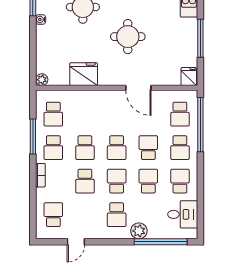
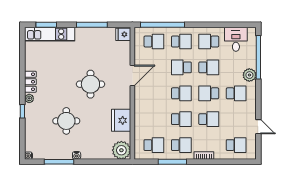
plant: (42, 80) -> (121, 150), width x1.88, depth x1.88
school desk: (148, 181) -> (209, 67), turned 180
school desk: (53, 215) -> (236, 145), turned 180

